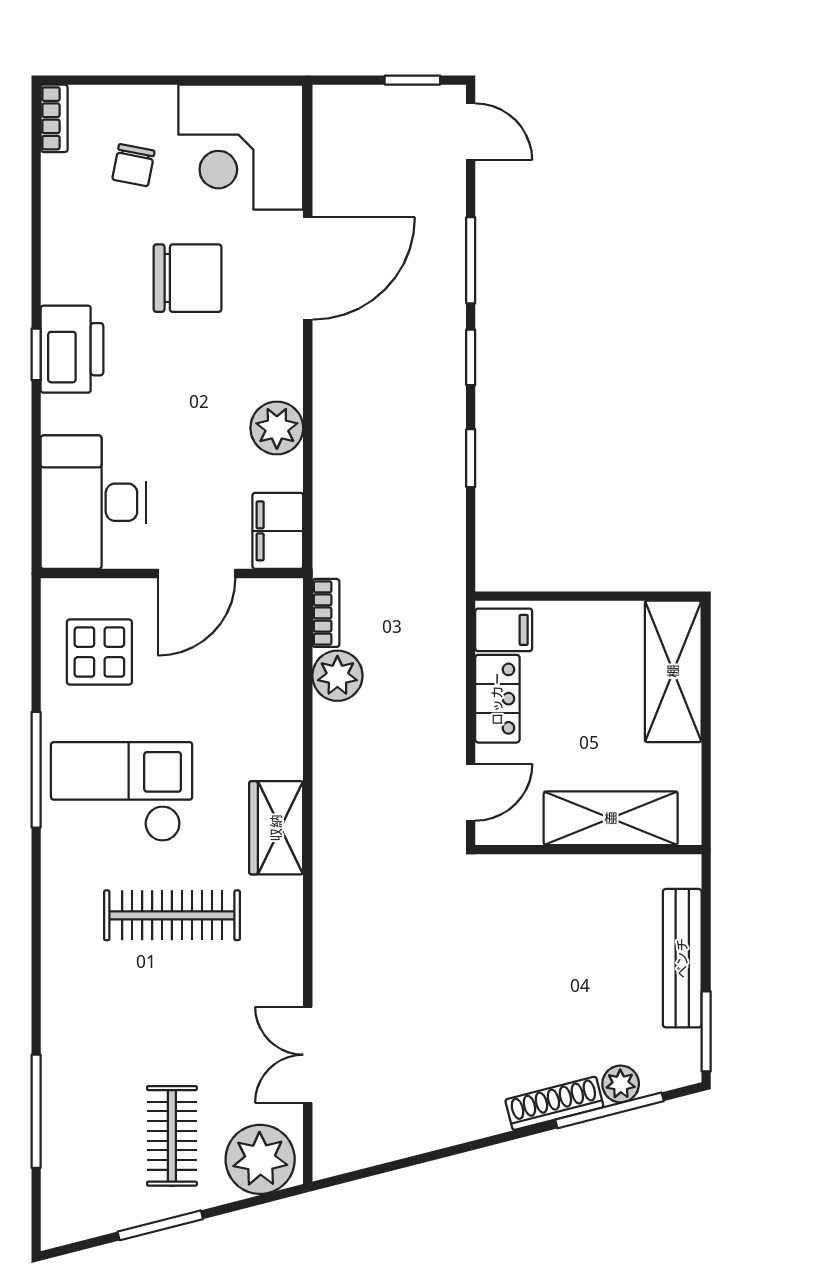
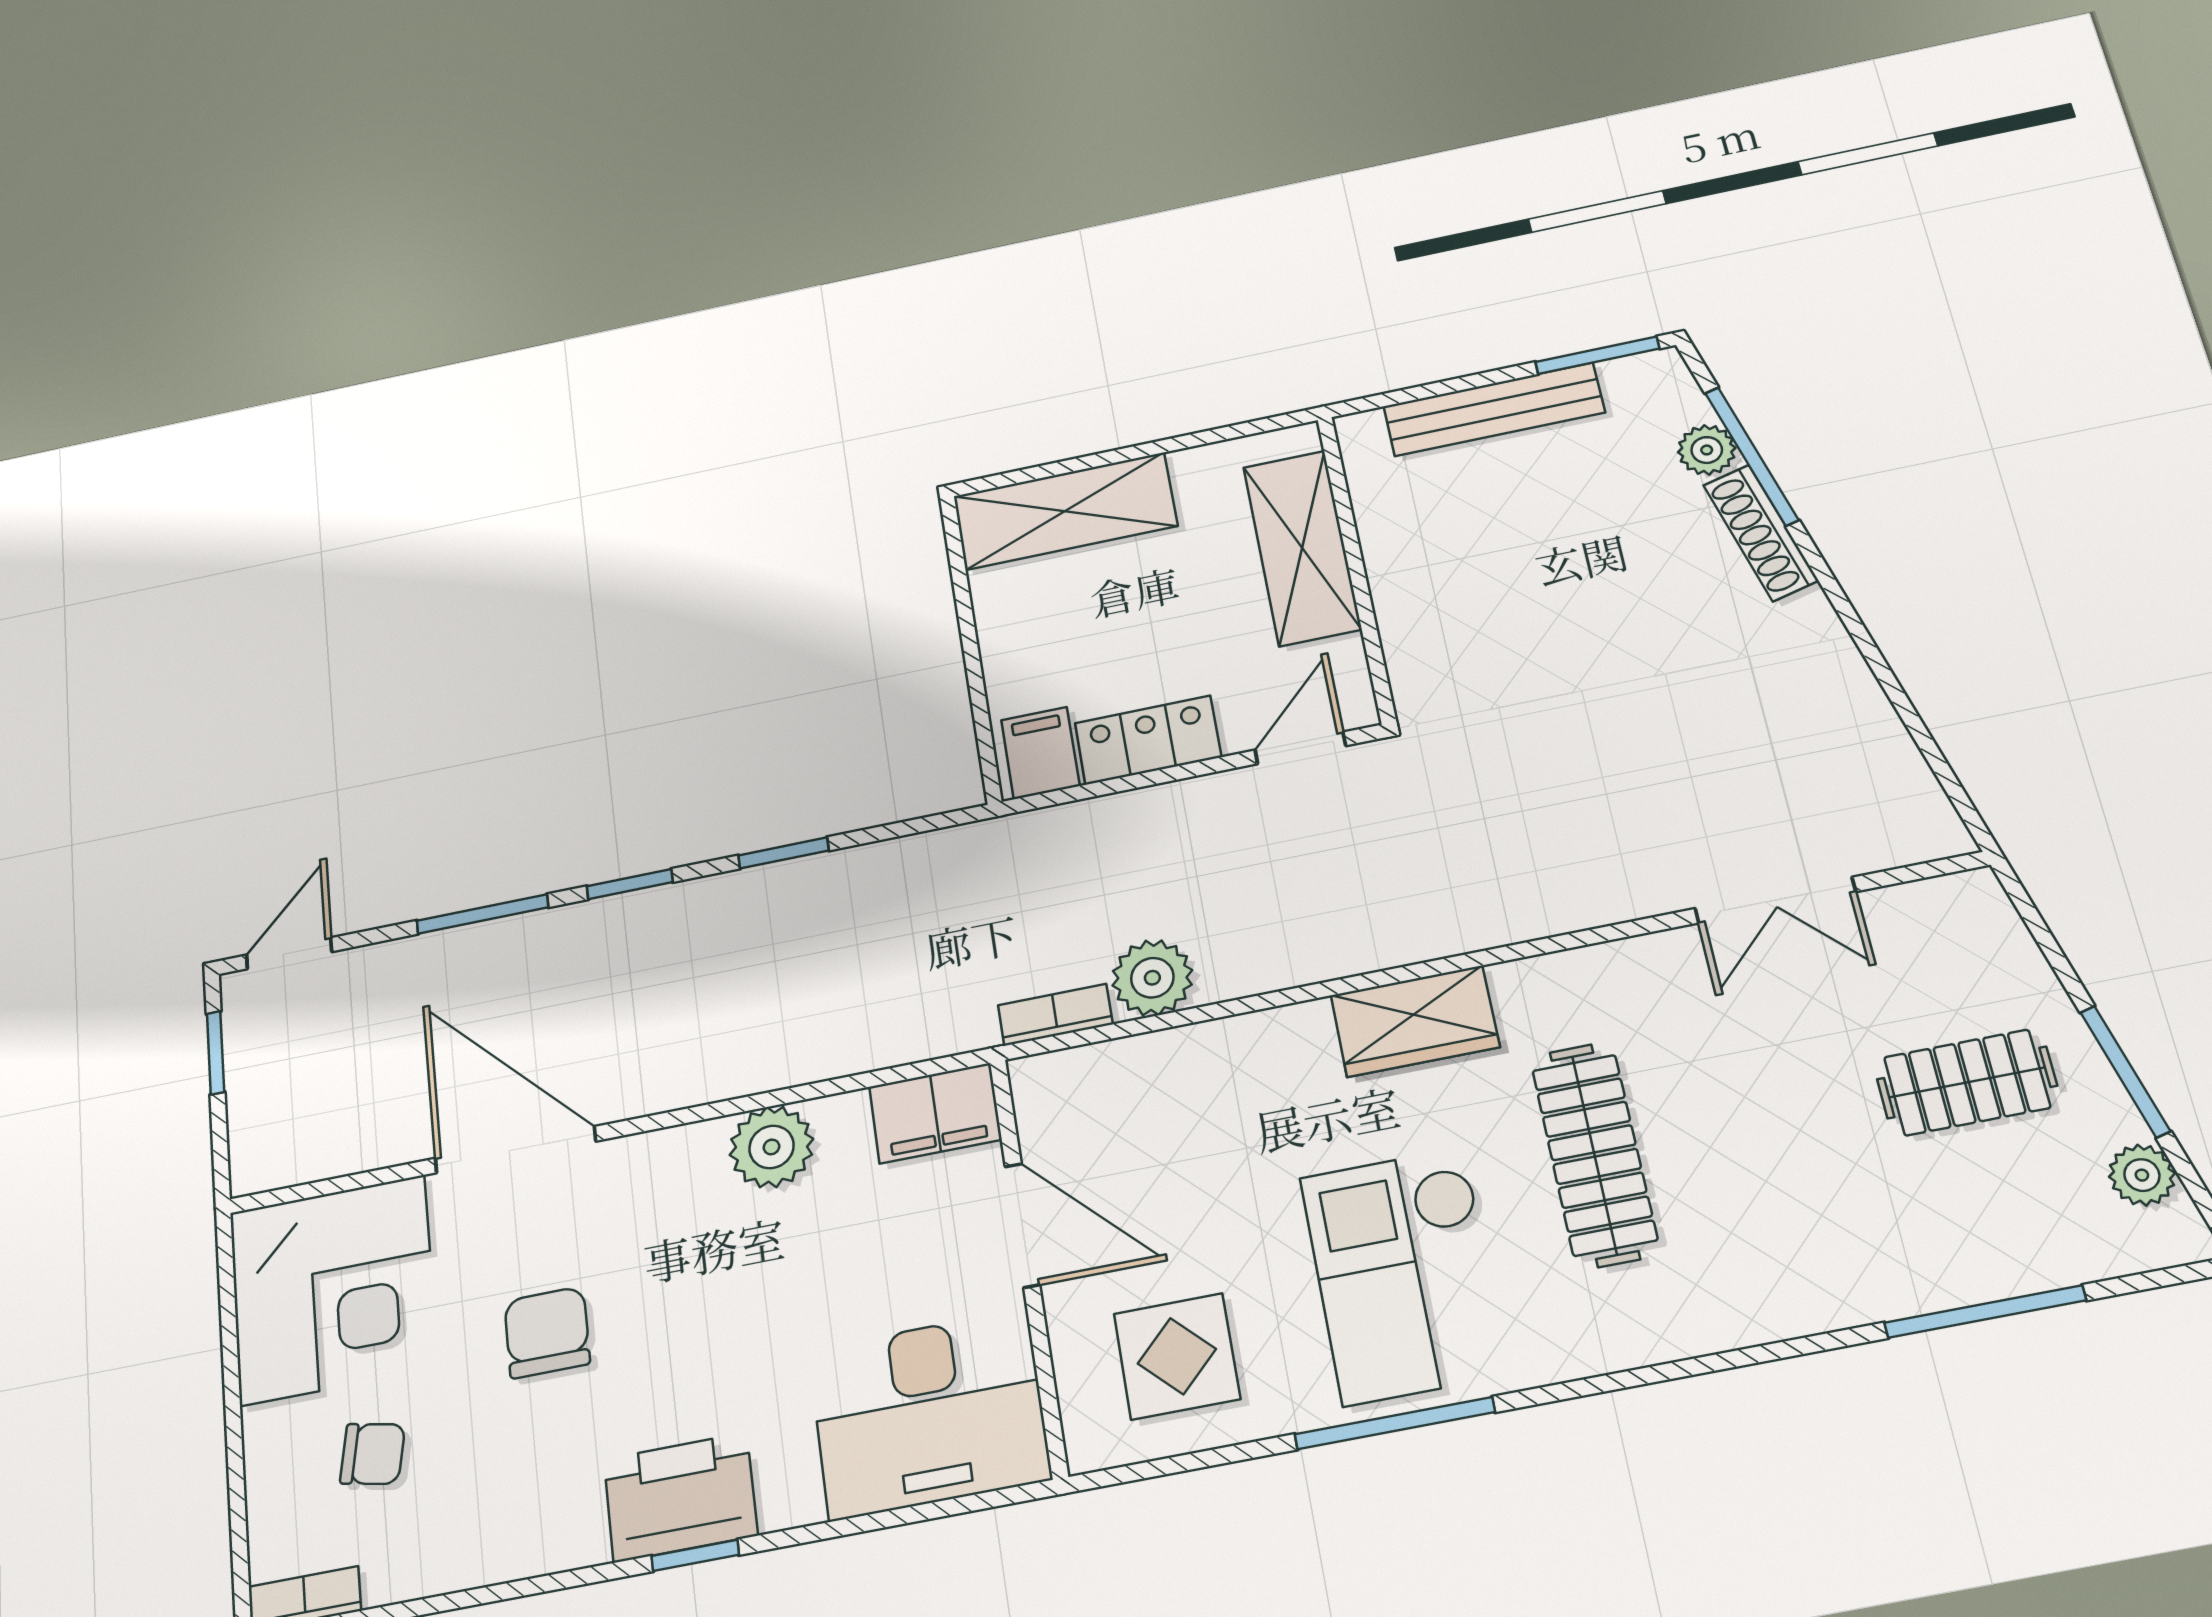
chair: (188, 278) -> (547, 1332), width x0.73, depth x0.73
door: (471, 792) -> (1300, 748), hinge flipped
plant: (260, 1159) -> (2142, 1175), moved, width x0.53, depth x0.53

